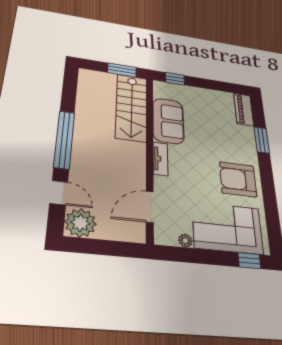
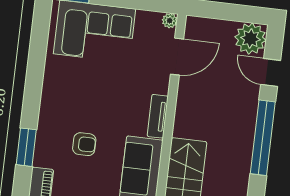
armchair: (238, 179) -> (84, 144), moved, width x0.53, depth x0.53
plant: (185, 241) -> (170, 21), moved

